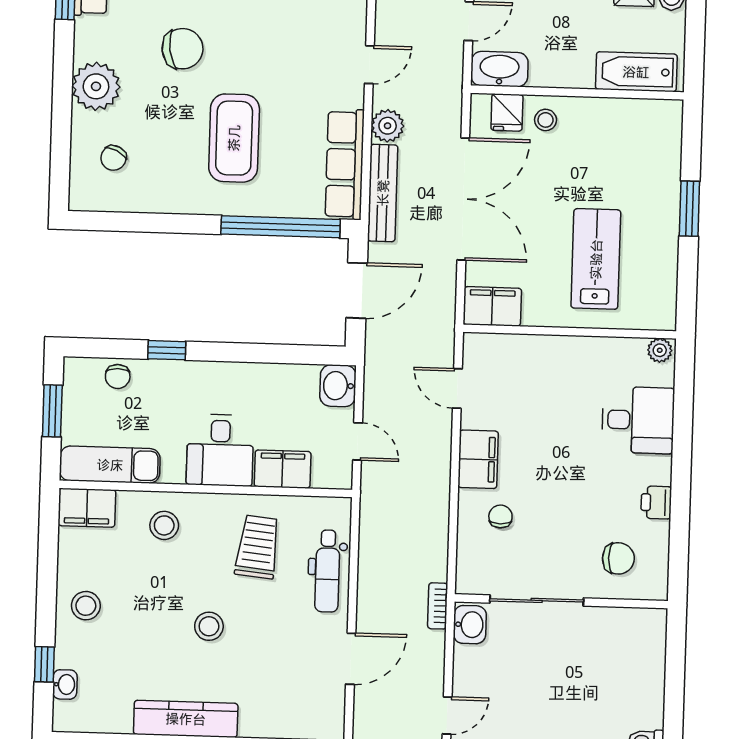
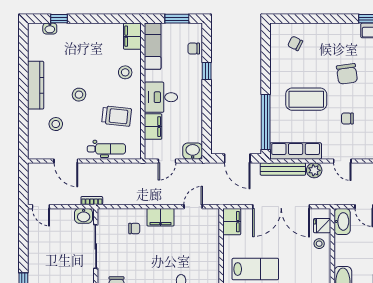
chair: (278, 51) -> (347, 118), added
plant: (96, 86) -> (328, 34), removed
dental chair: (327, 571) -> (106, 149), turned 180
stool: (86, 606) -> (56, 124), moved

